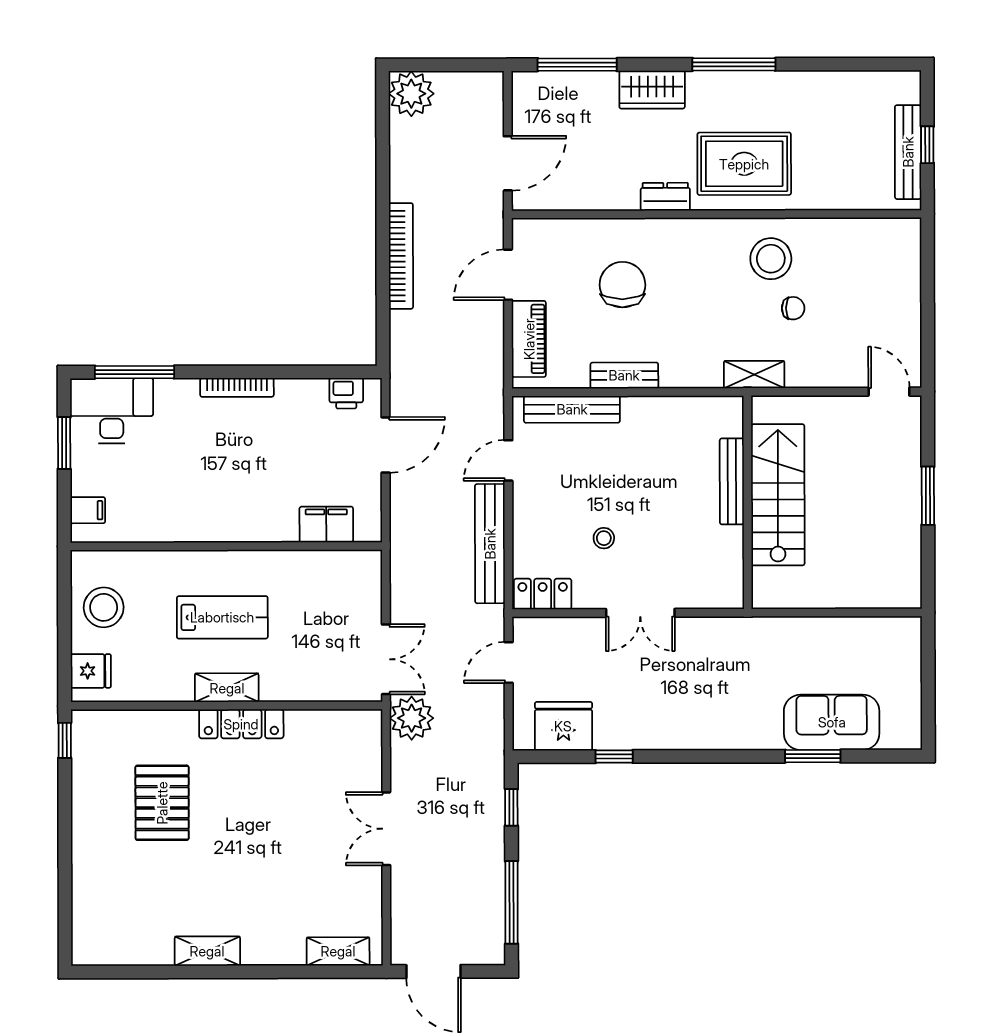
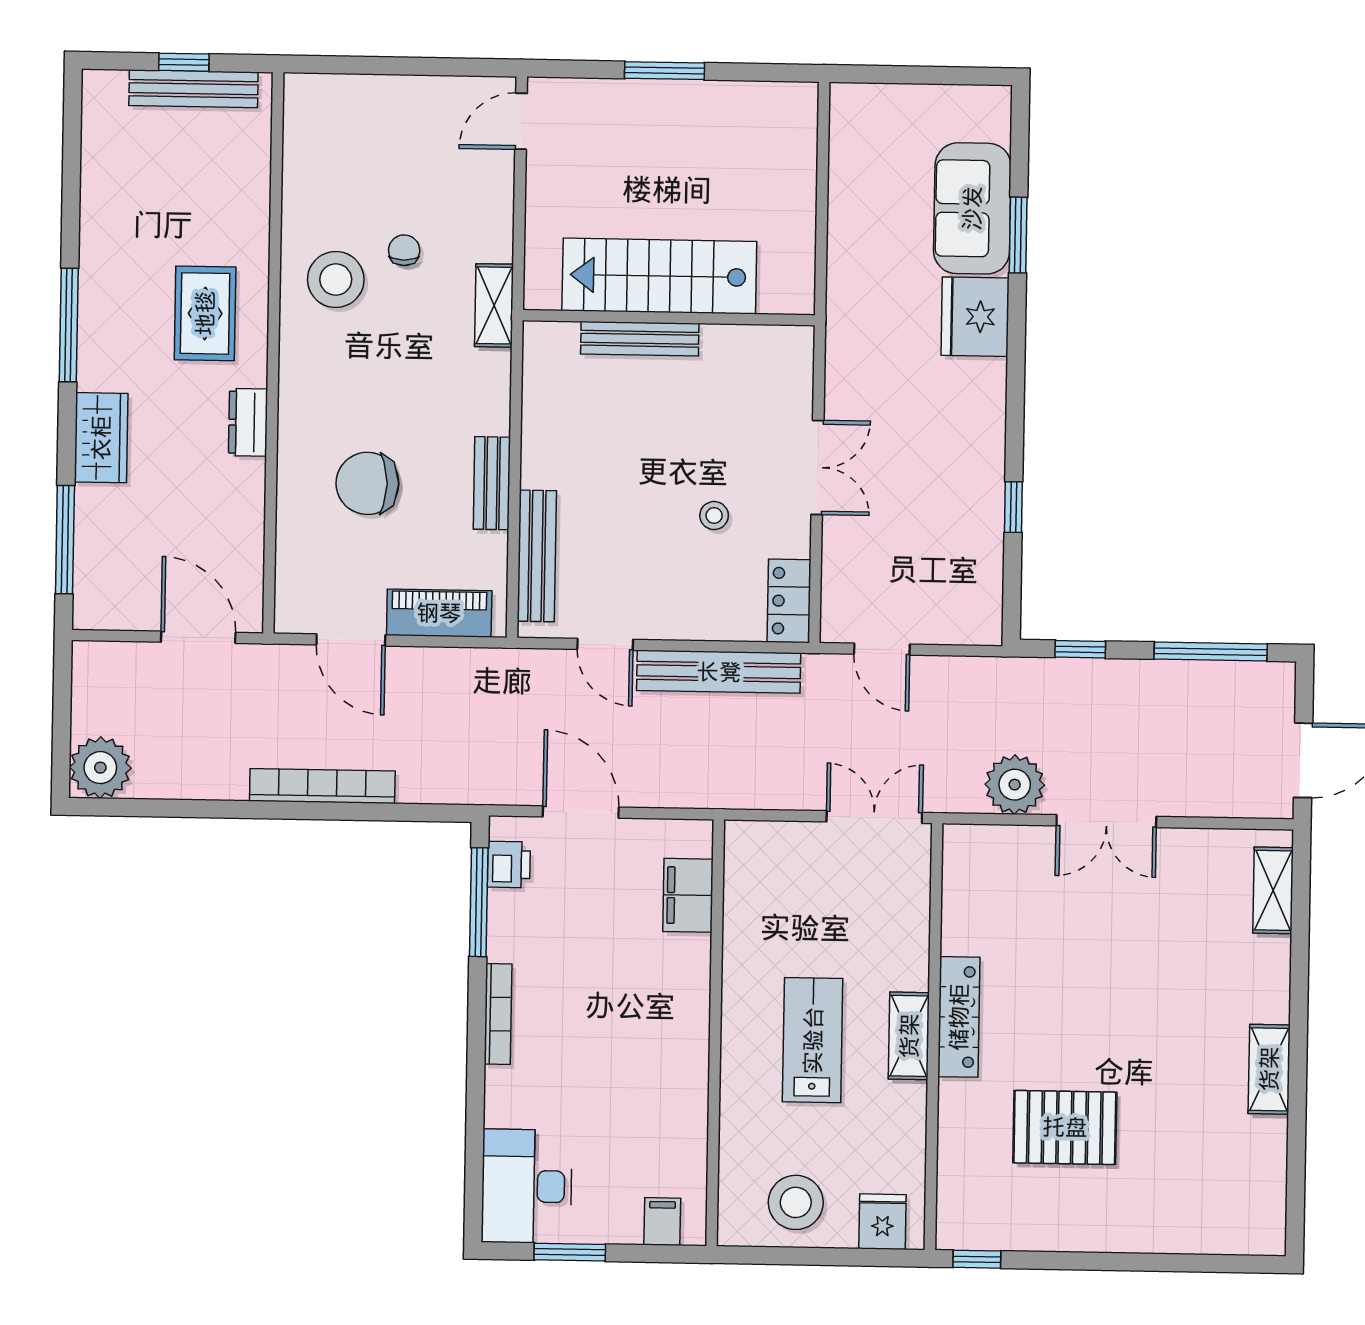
rug: (744, 164) -> (205, 313), width x0.73, depth x0.70
window: (135, 372) -> (479, 902), moved
plant: (412, 718) -> (1015, 785), moved
fridge: (563, 726) -> (975, 317), moved

